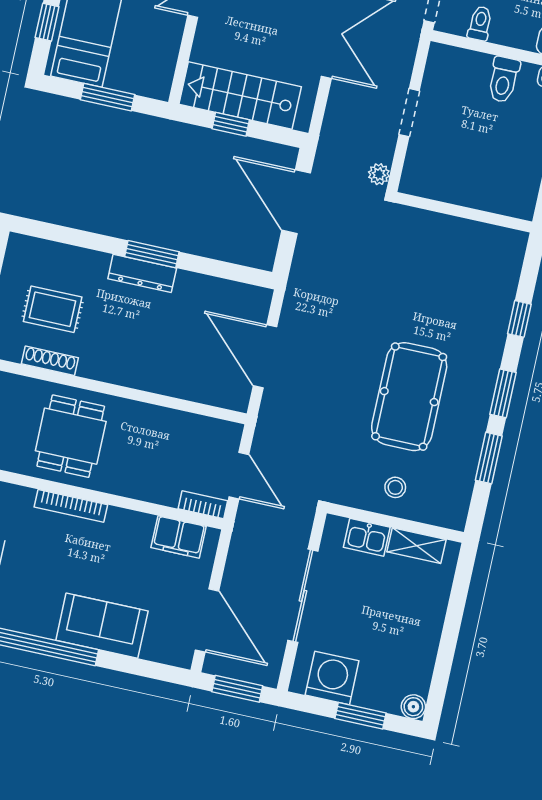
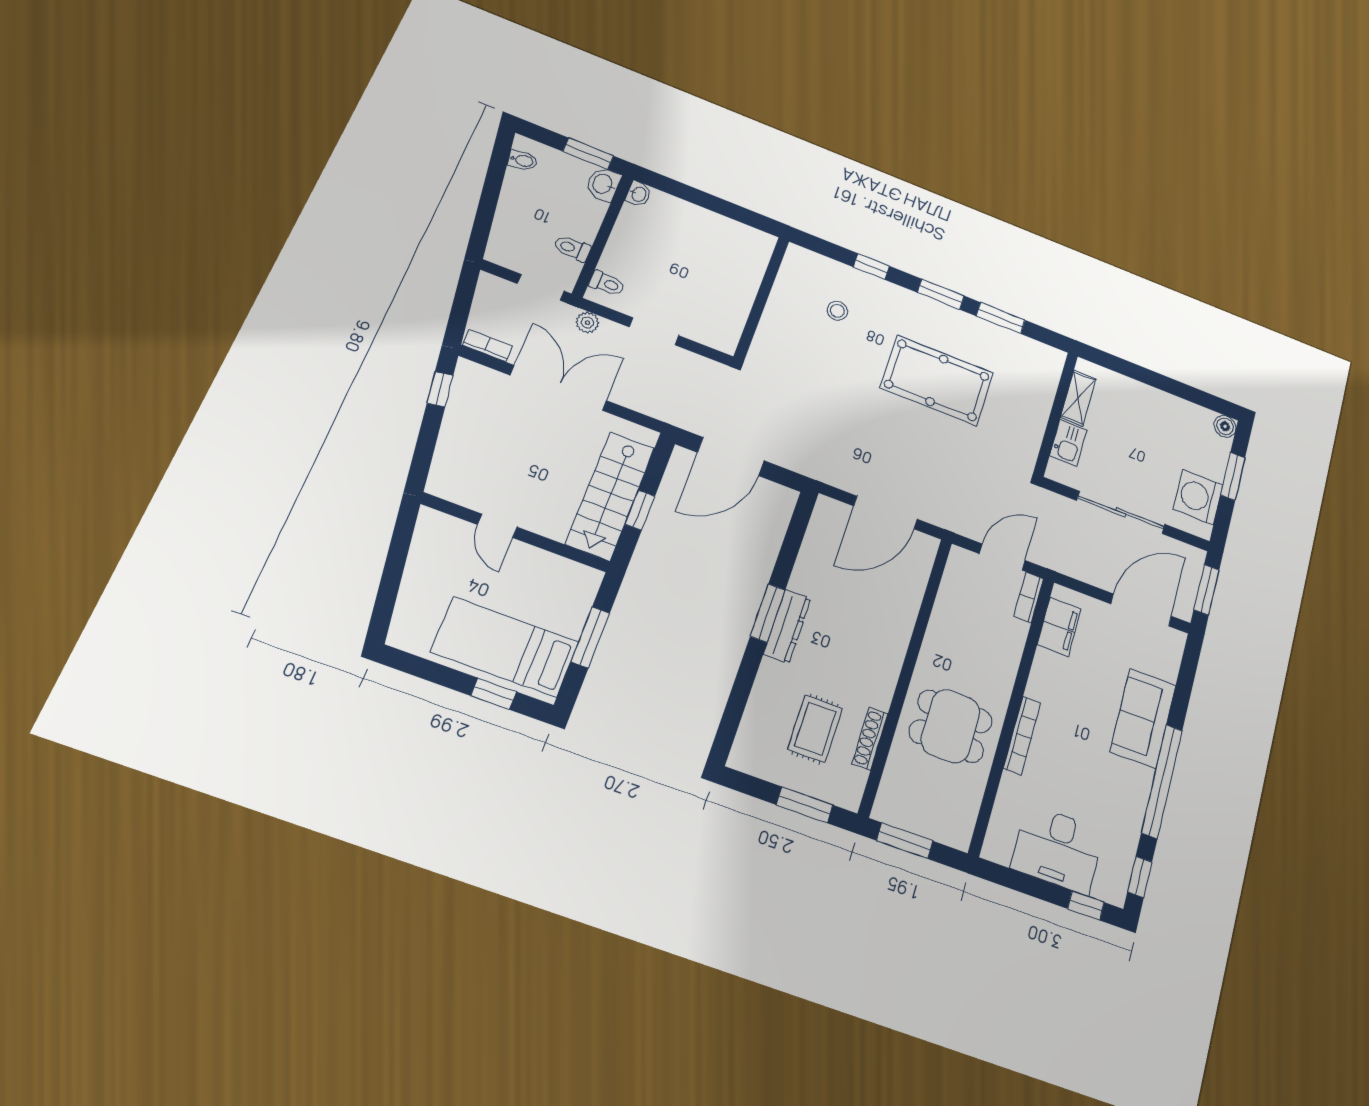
toilet: (504, 80) -> (607, 283), moved, width x0.73, depth x0.72
plant: (379, 174) -> (587, 322), moved
stool: (395, 487) -> (837, 311), moved

